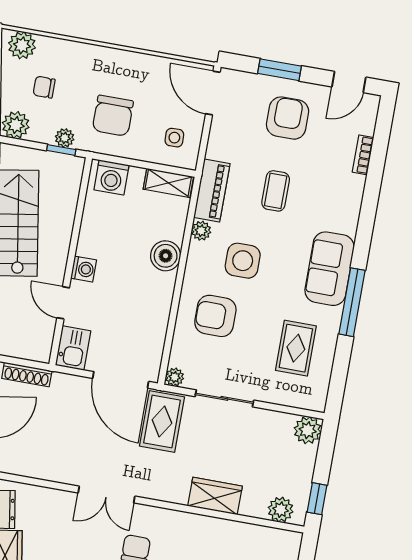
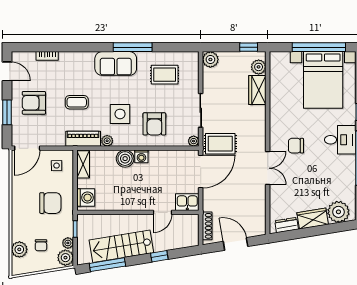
plant: (22, 45) -> (19, 249), moved
plant: (65, 138) -> (68, 243), moved
washing machine: (84, 269) -> (141, 156), moved, turned 180
wardrobe: (215, 496) -> (257, 90), moved

